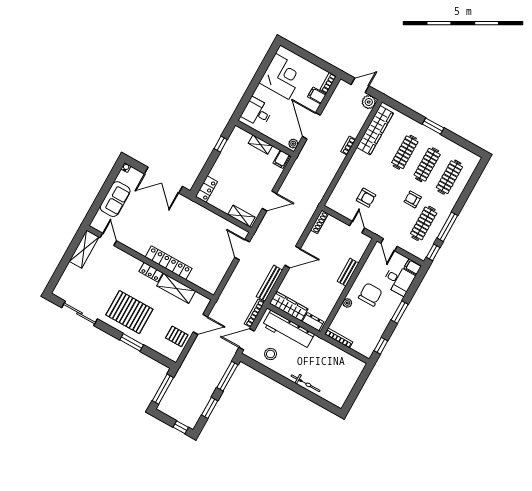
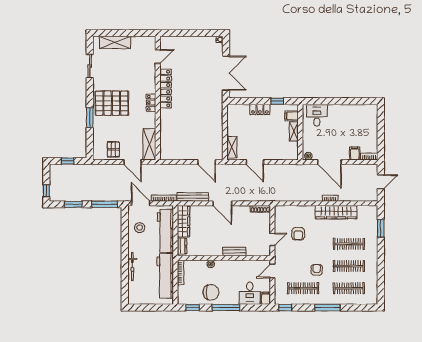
corner desk: (282, 76) -> (354, 119), removed
door: (360, 85) -> (381, 182), hinge flipped
plant: (369, 102) -> (372, 195), removed
door: (311, 126) -> (329, 162), swing flipped
window: (433, 126) -> (381, 228), moved
wardrobe: (375, 130) -> (336, 212), moved
filing cabinet: (282, 159) -> (292, 116), moved
double door: (163, 180) -> (226, 73), swing flipped
locker: (207, 189) -> (260, 110), moved
sofa: (115, 199) -> (191, 45), removed
window: (447, 227) -> (327, 308), moved
shelving: (84, 249) -> (115, 42), moved
door: (242, 250) -> (207, 162), swing flipped
locker: (169, 263) -> (166, 89), moved
shelving: (176, 288) -> (149, 144), moved
chair: (370, 294) -> (211, 292), moved
pallet: (129, 312) -> (112, 103), turned 90
window: (400, 312) -> (226, 308), width x1.44
sliding door: (80, 313) -> (90, 66), width x0.73
workbench: (333, 355) -> (165, 276), added
window: (163, 389) -> (68, 161), width x0.46

